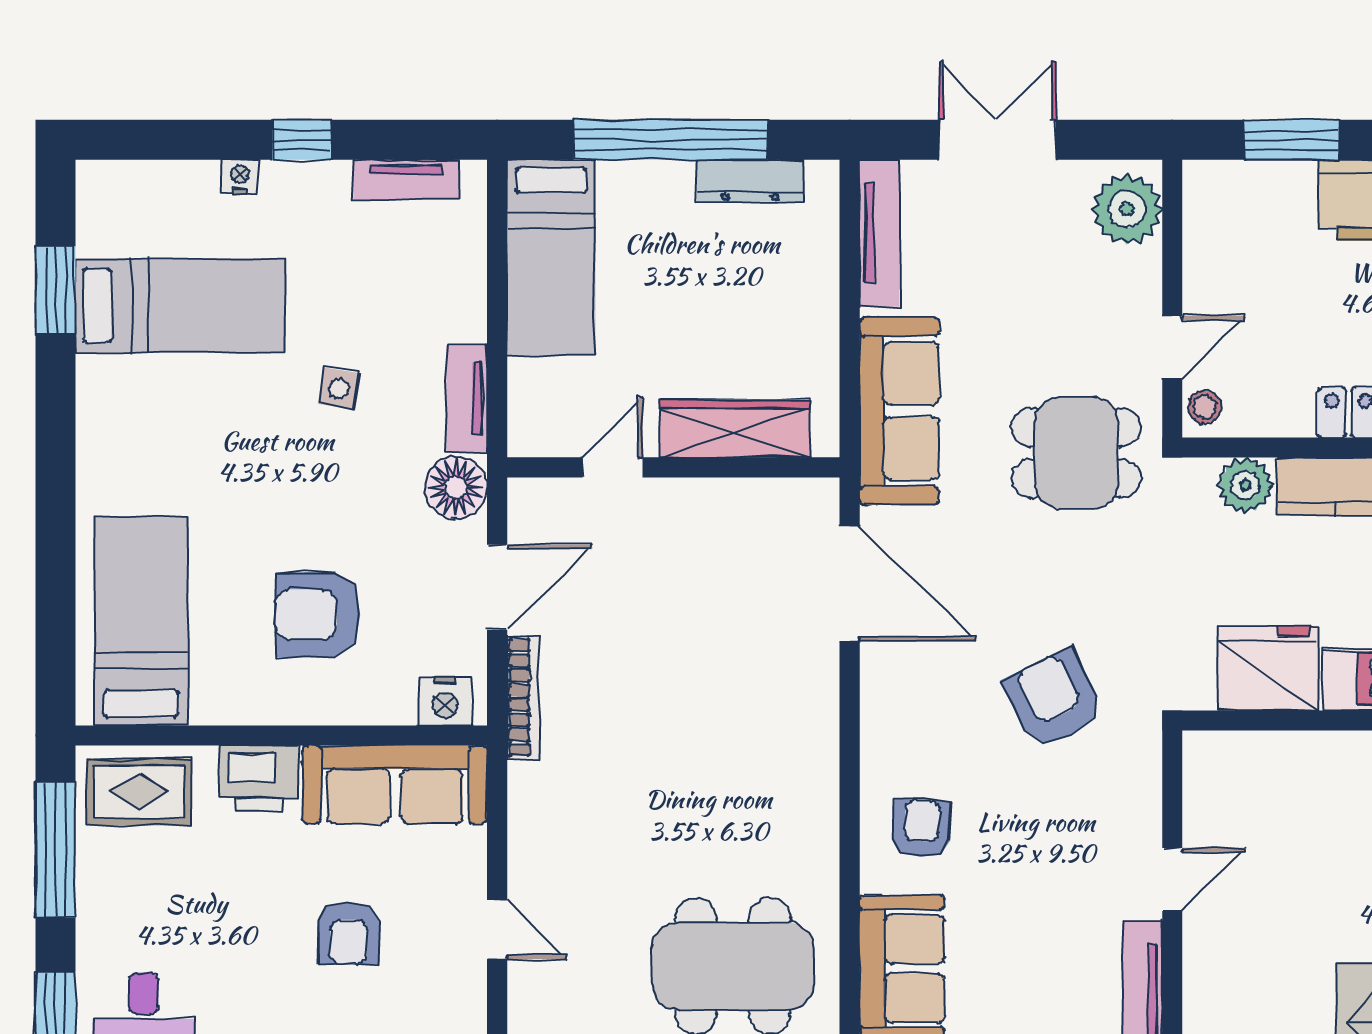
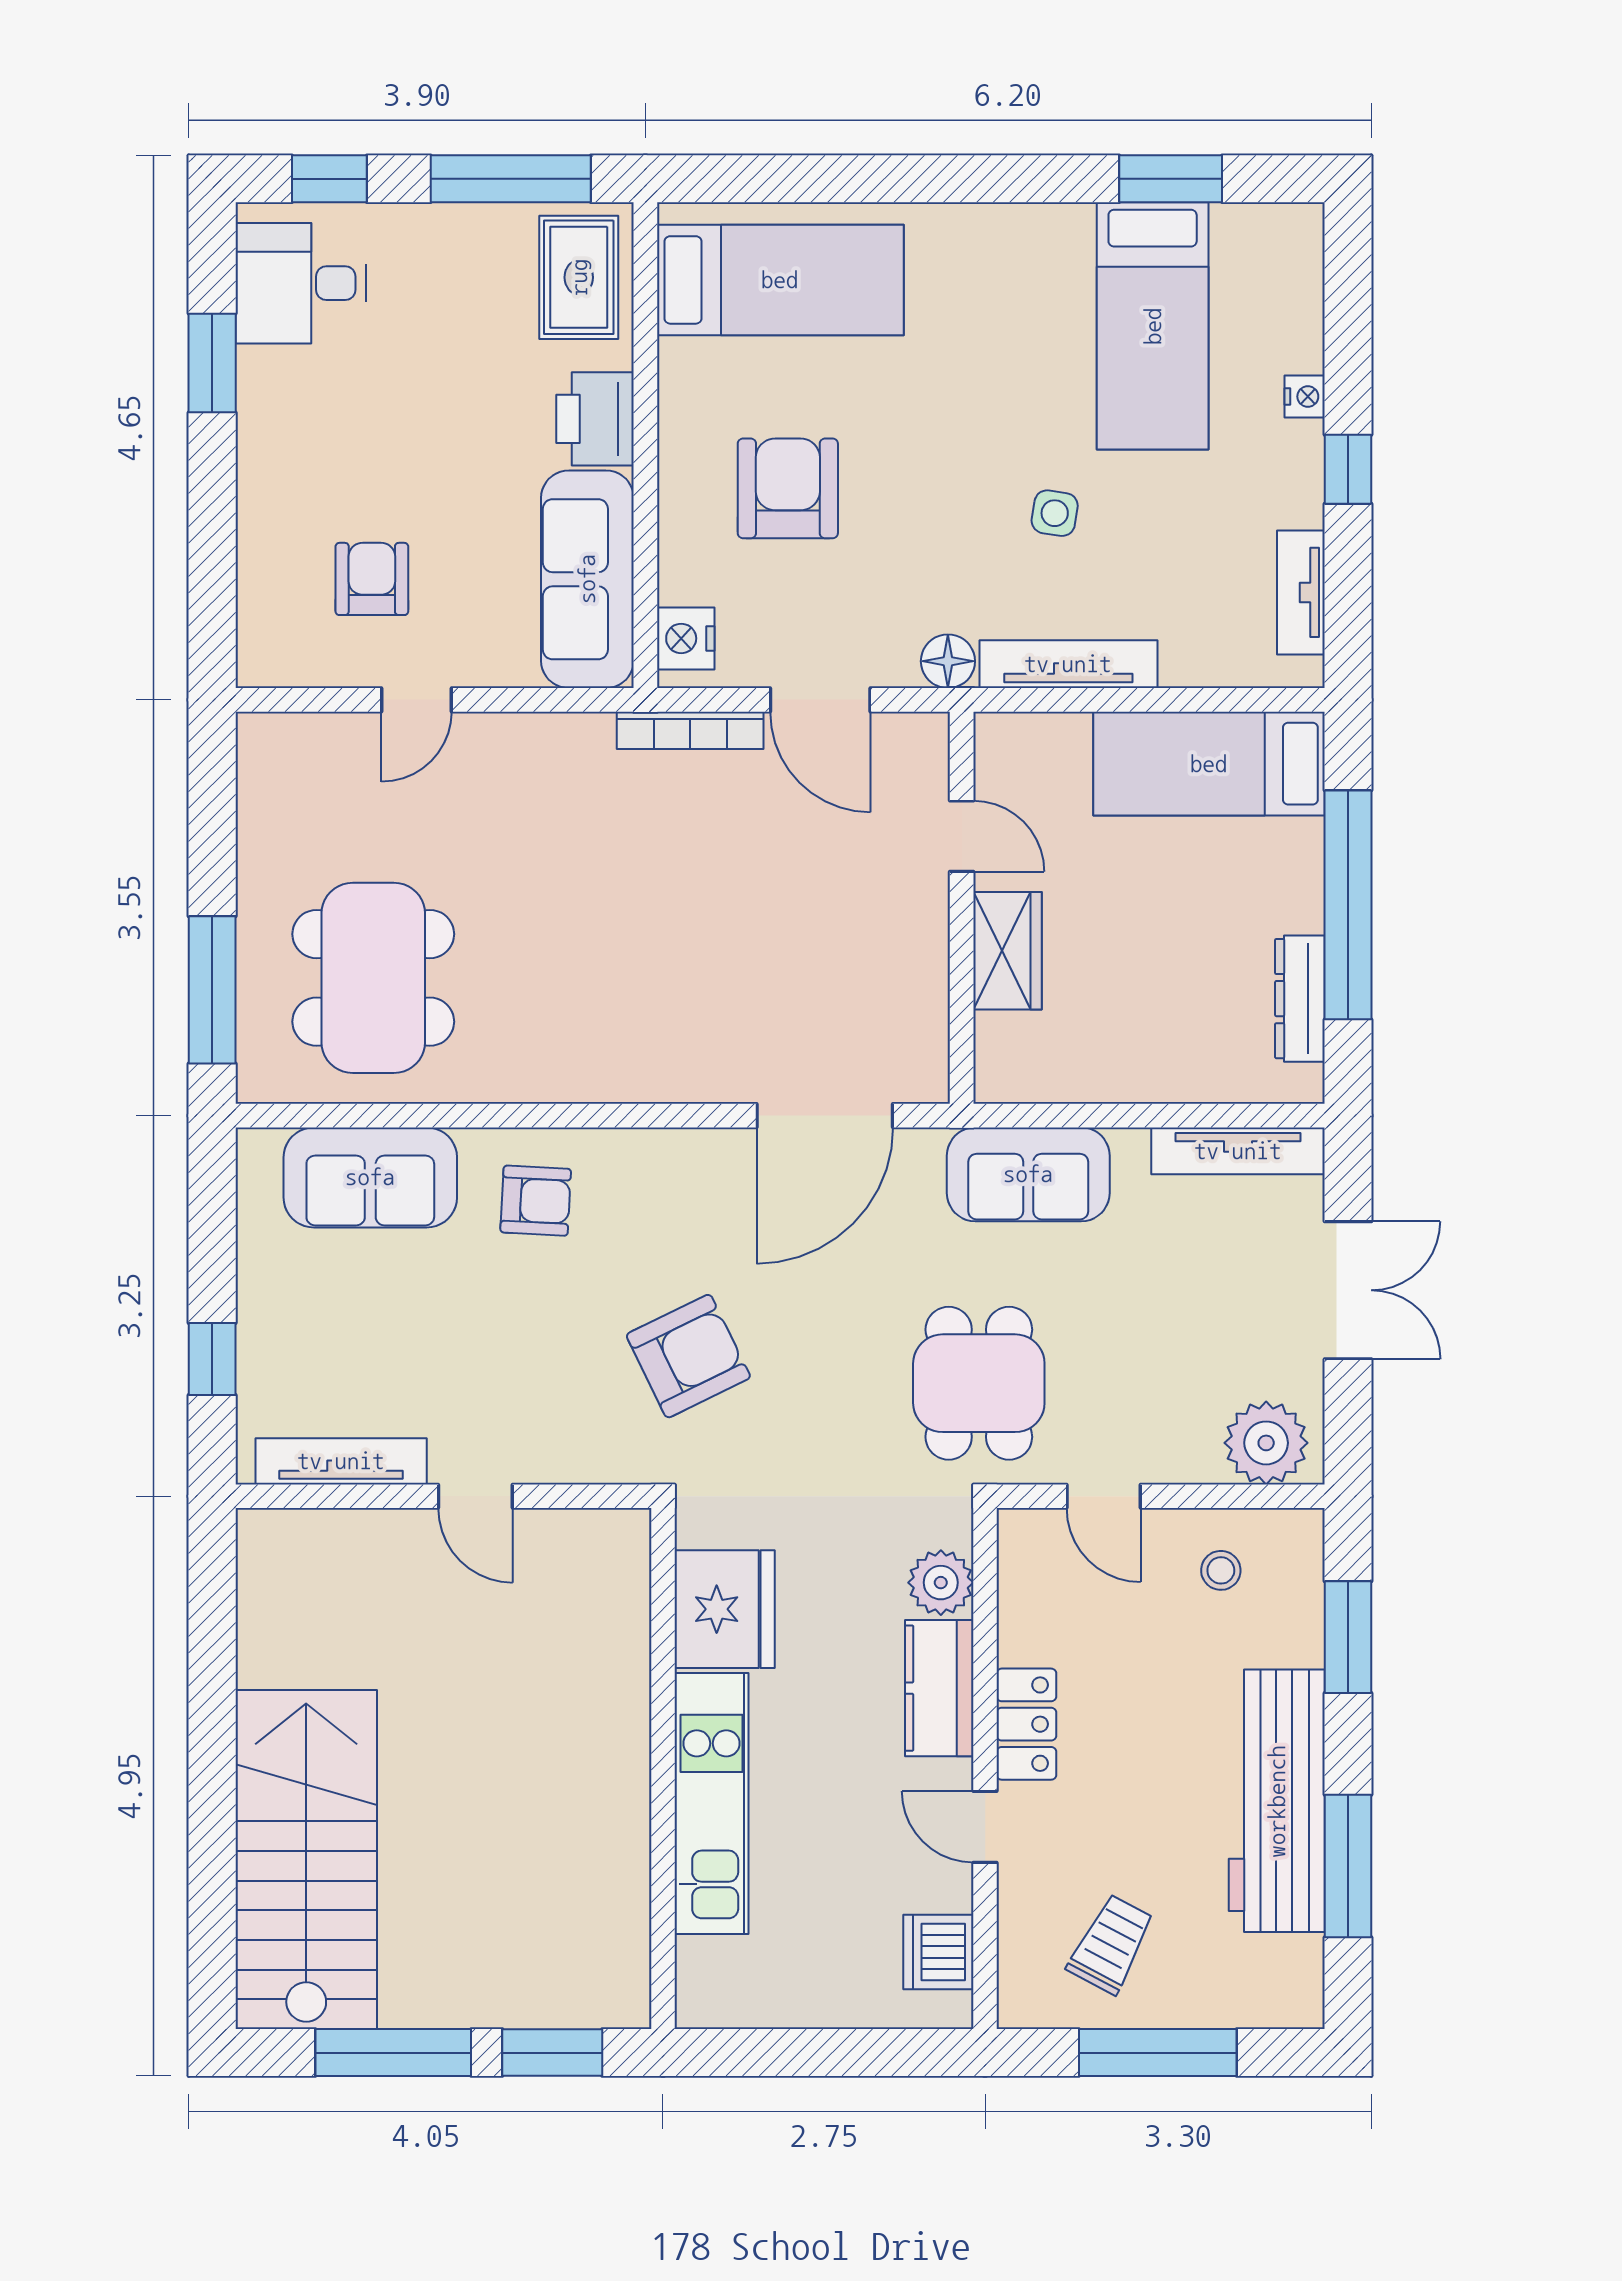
tv unit: (467, 399) -> (1068, 664), width x1.41
stool: (1204, 407) -> (1221, 1570), moved
sofa: (899, 411) -> (1028, 1174), width x0.73
wardrobe: (735, 429) -> (1007, 951), width x0.67
floor lamp: (456, 488) -> (948, 661), width x0.73, depth x0.73
armchair: (348, 933) -> (372, 579), moved, turned 90

